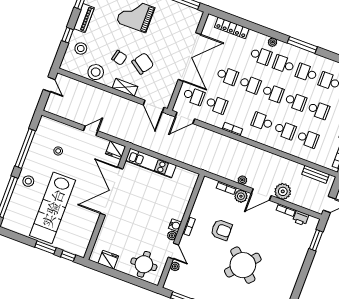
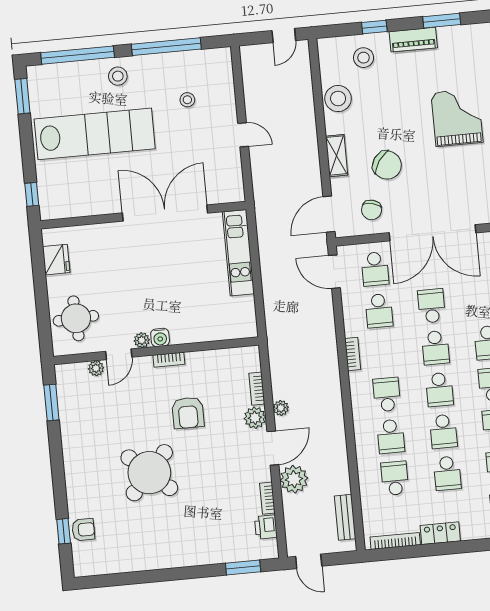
chair: (119, 58) -> (372, 210), moved
school desk: (227, 76) -> (432, 306), turned 180
school desk: (308, 139) -> (395, 478), turned 180
fridge: (116, 150) -> (232, 188), removed
door: (261, 195) -> (273, 448), swing flipped
lab bench: (53, 208) -> (95, 134), turned 180
window: (45, 247) -> (22, 96), moved

